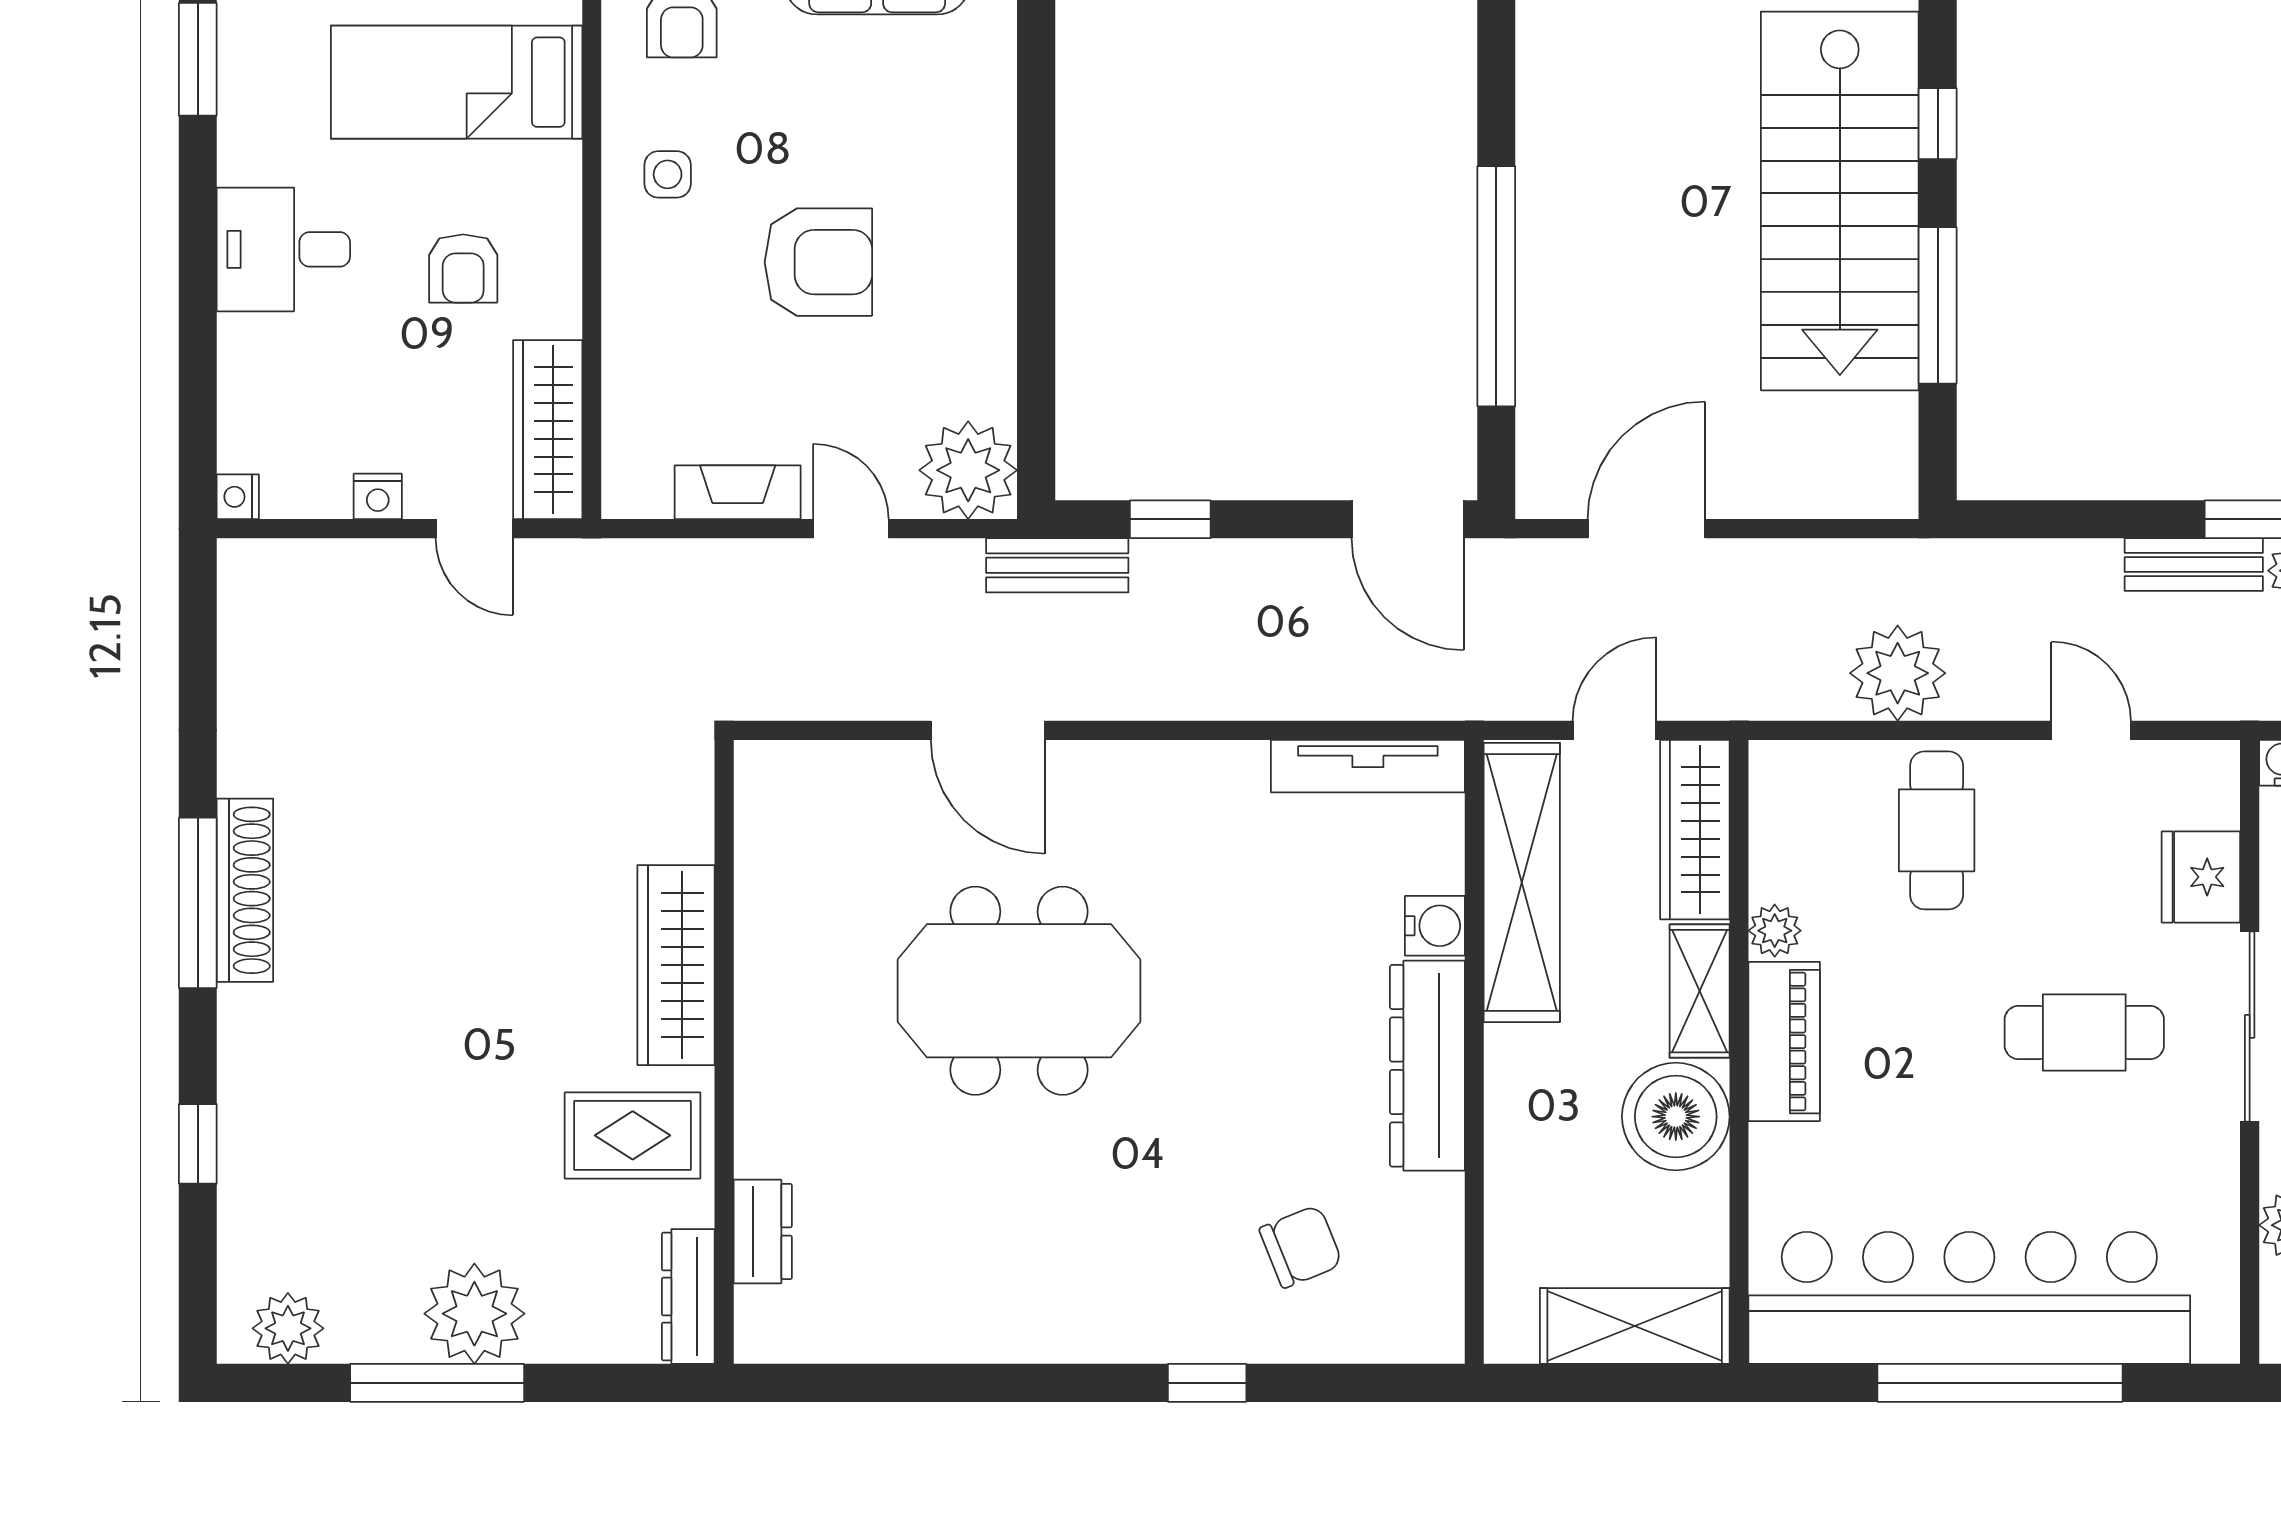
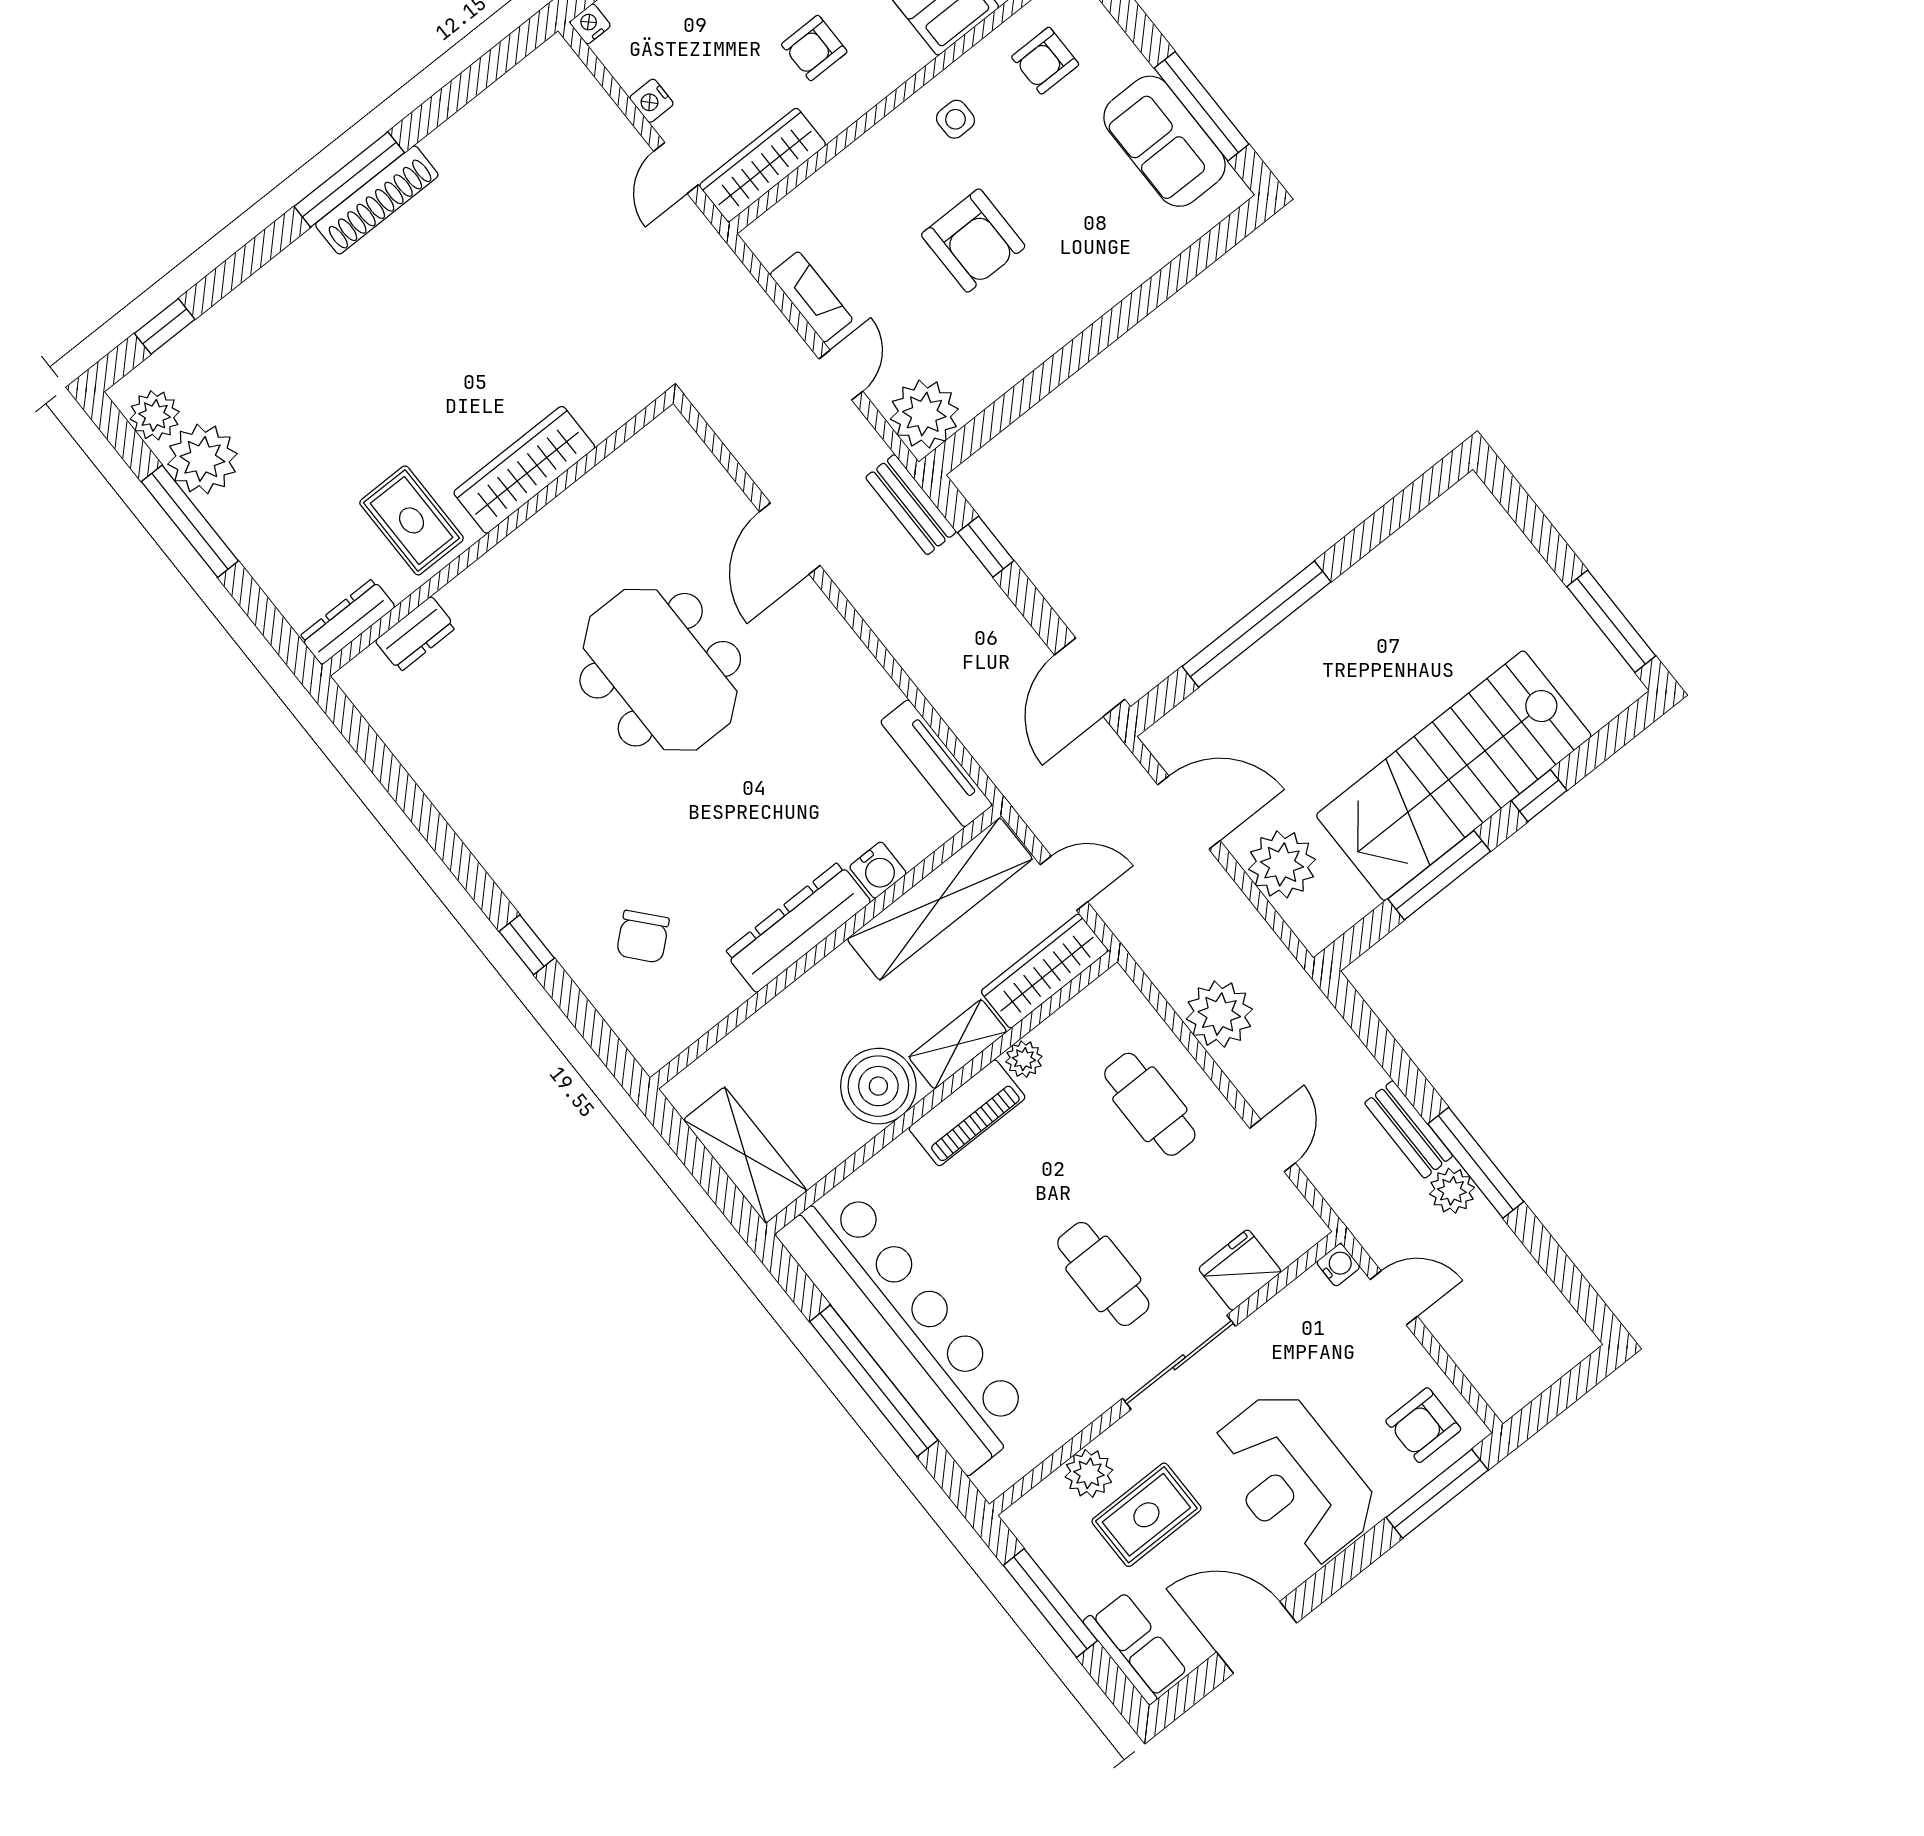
plant: (1786, 471) -> (1282, 864), added
cafe table: (1937, 830) -> (1150, 1104), turned 90
window: (198, 1144) -> (165, 326), moved
chair: (1301, 1246) -> (643, 937), turned 71
plant: (474, 1314) -> (202, 459), moved

